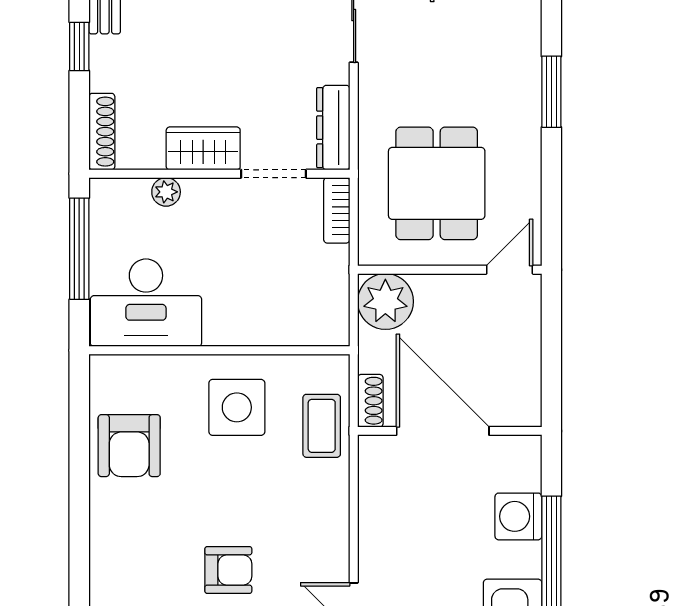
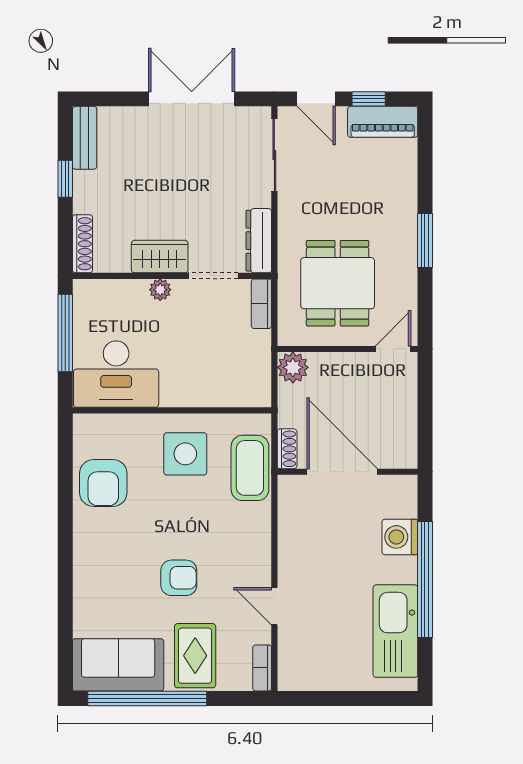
window: (551, 92) -> (425, 240), moved
plant: (166, 192) -> (160, 290), moved
plant: (385, 301) -> (293, 367), width x0.73, depth x0.73
coffee table: (322, 426) -> (250, 468), width x1.36, depth x1.30

